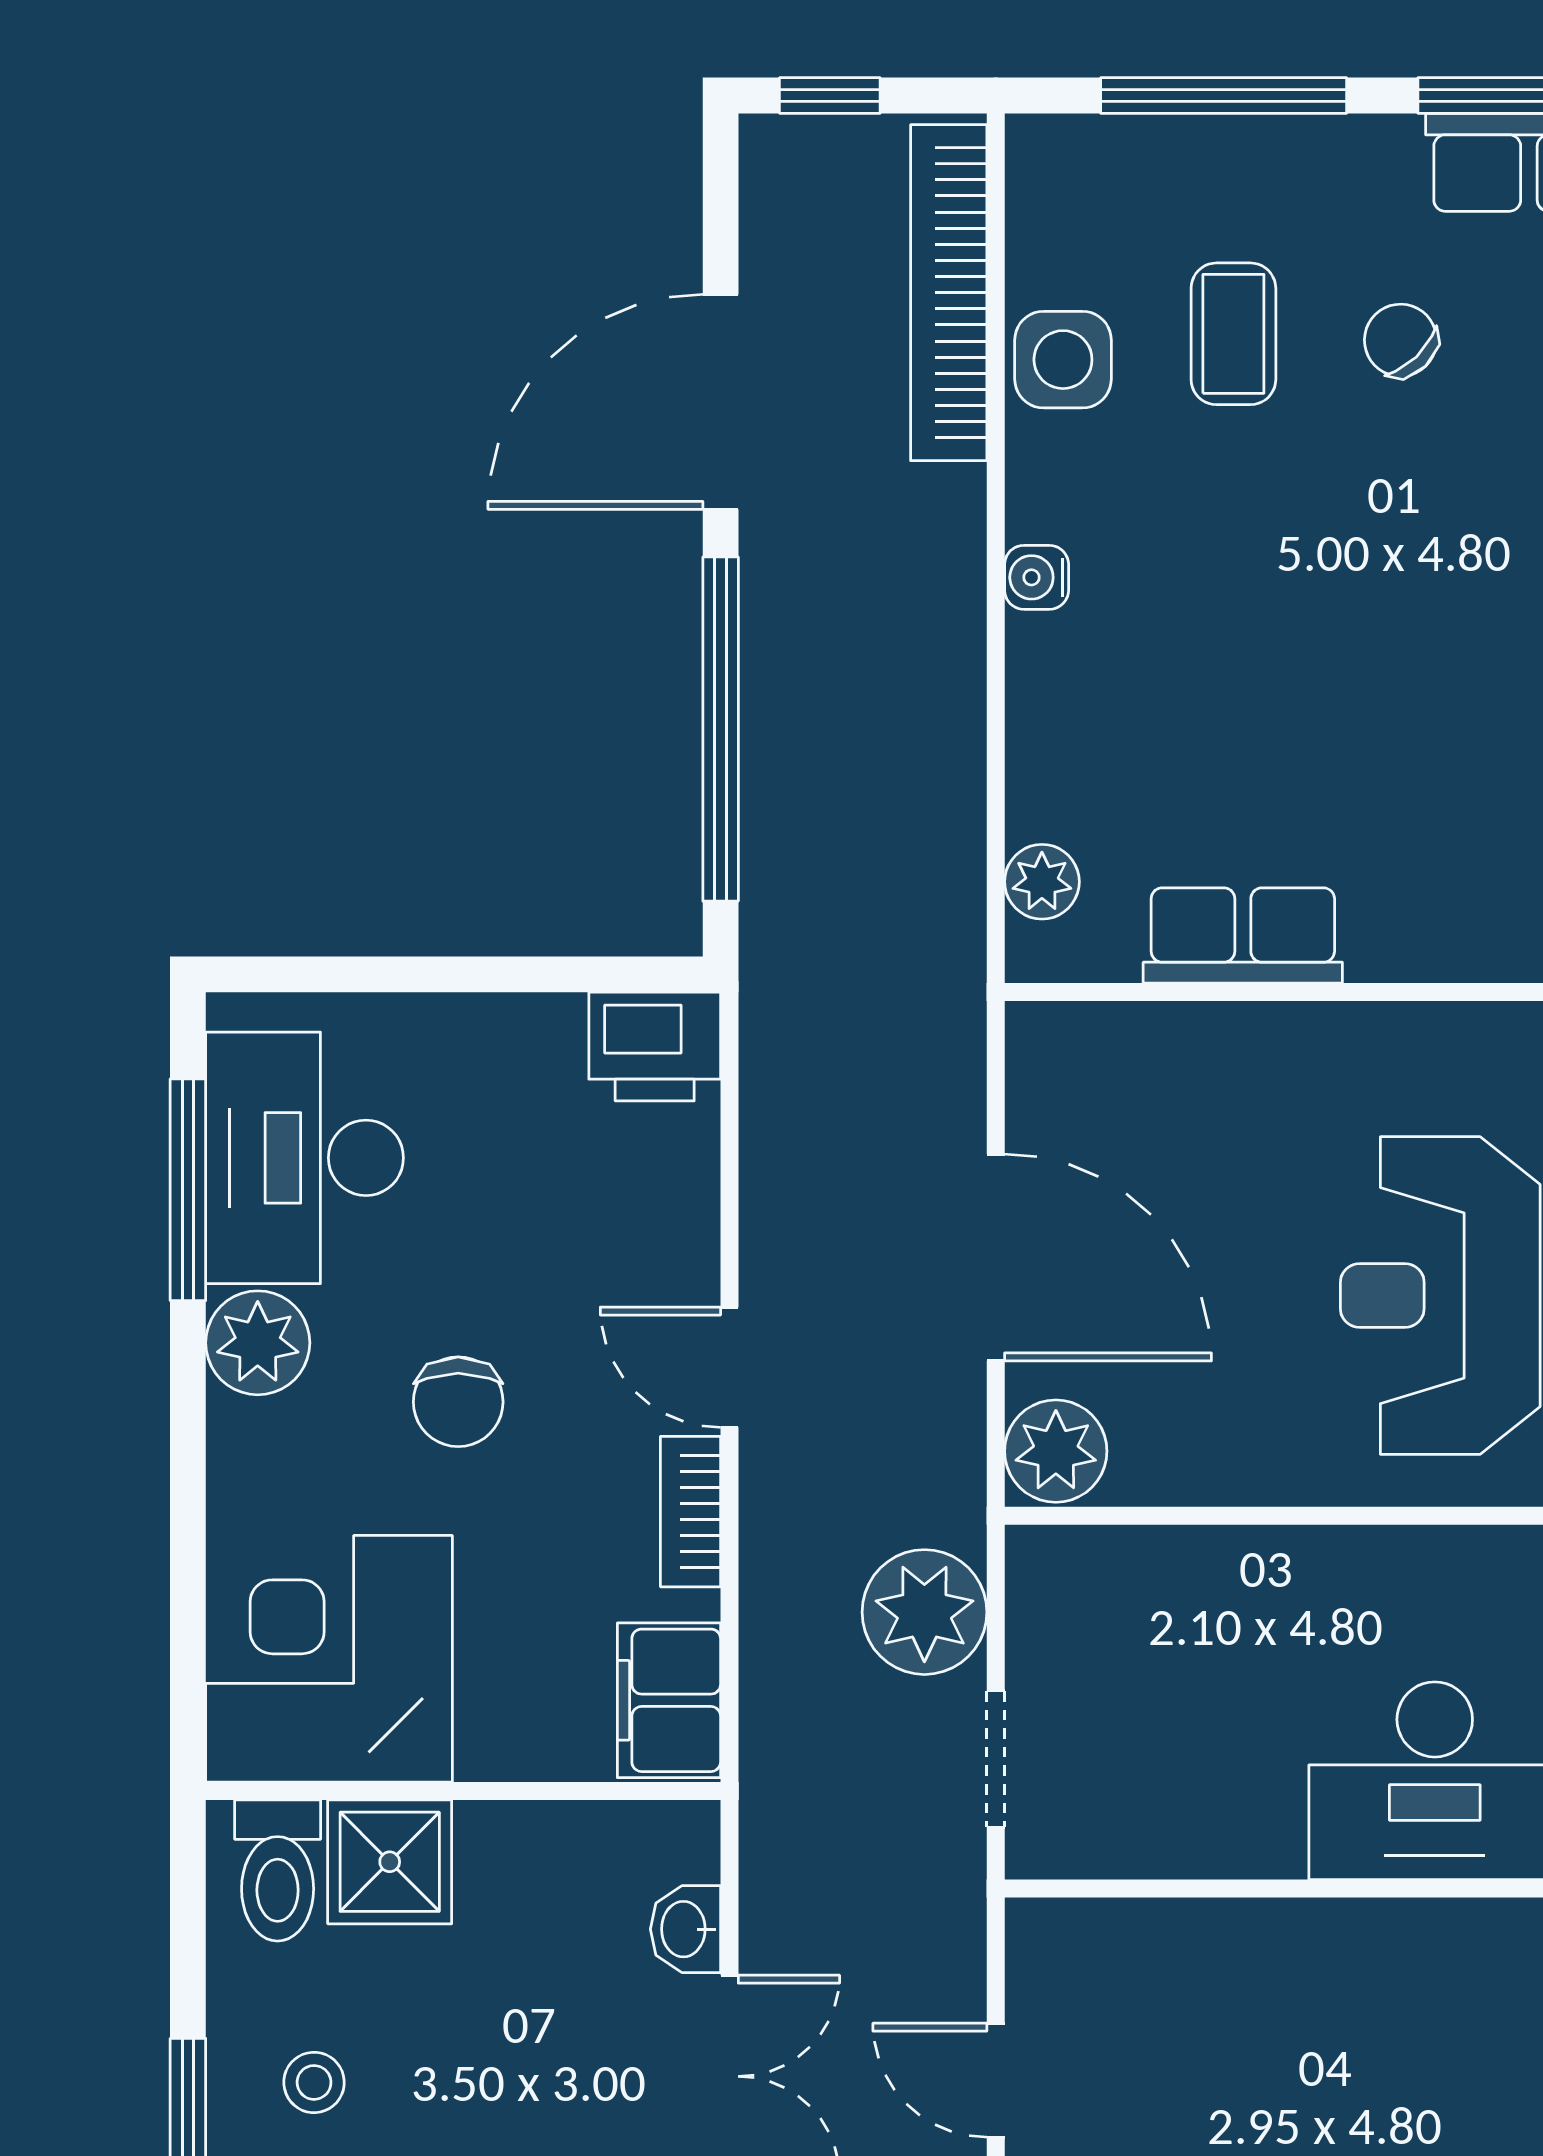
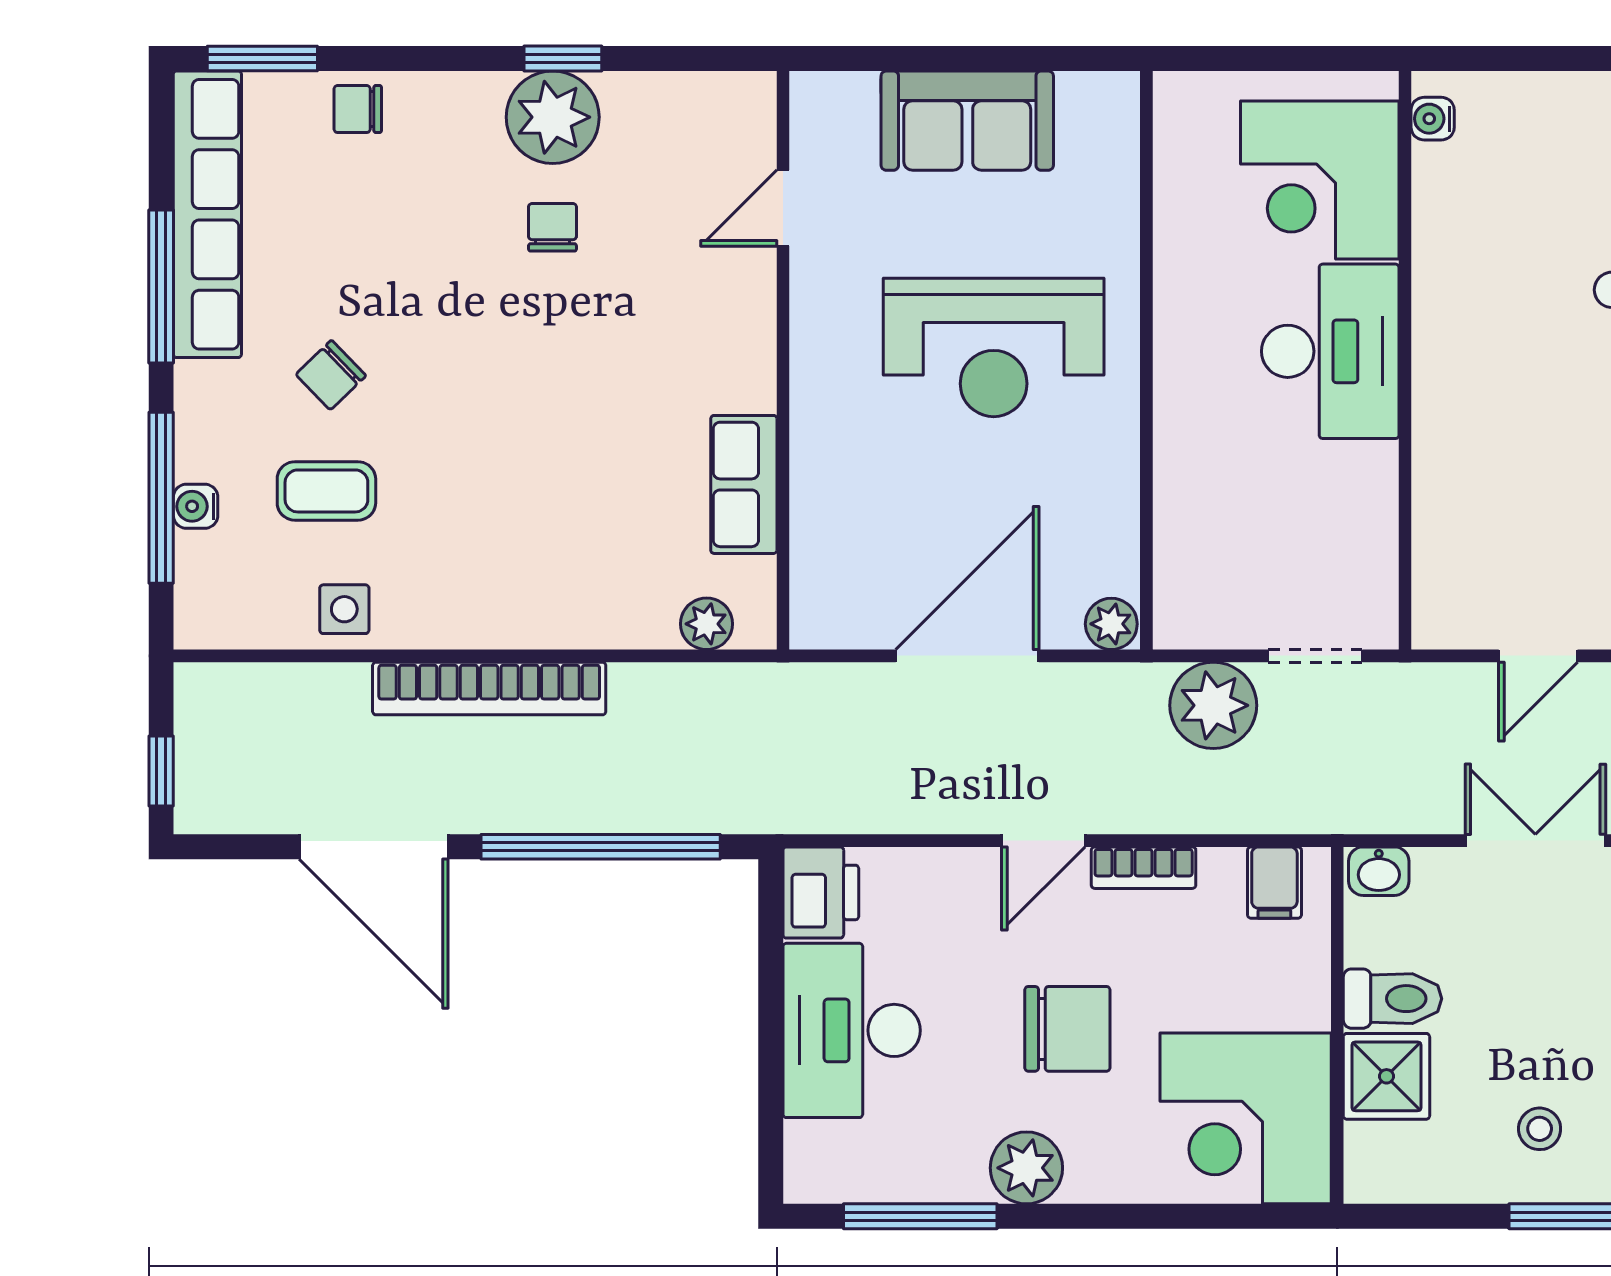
bookcase: (949, 293) -> (489, 688), moved
side table: (1063, 360) -> (344, 609), width x0.73, depth x0.73
water cooler: (1037, 577) -> (196, 506), moved, turned 90
desk: (305, 1158) -> (852, 1030), moved, turned 90
chair: (458, 1402) -> (1067, 1029), width x1.37, depth x1.37
plant: (1056, 1451) -> (1111, 624), width x0.73, depth x0.73
filing cabinet: (669, 1700) -> (1274, 883), width x0.50
toilet: (278, 1870) -> (1392, 999), moved
washbasin: (685, 1929) -> (1379, 871), moved

